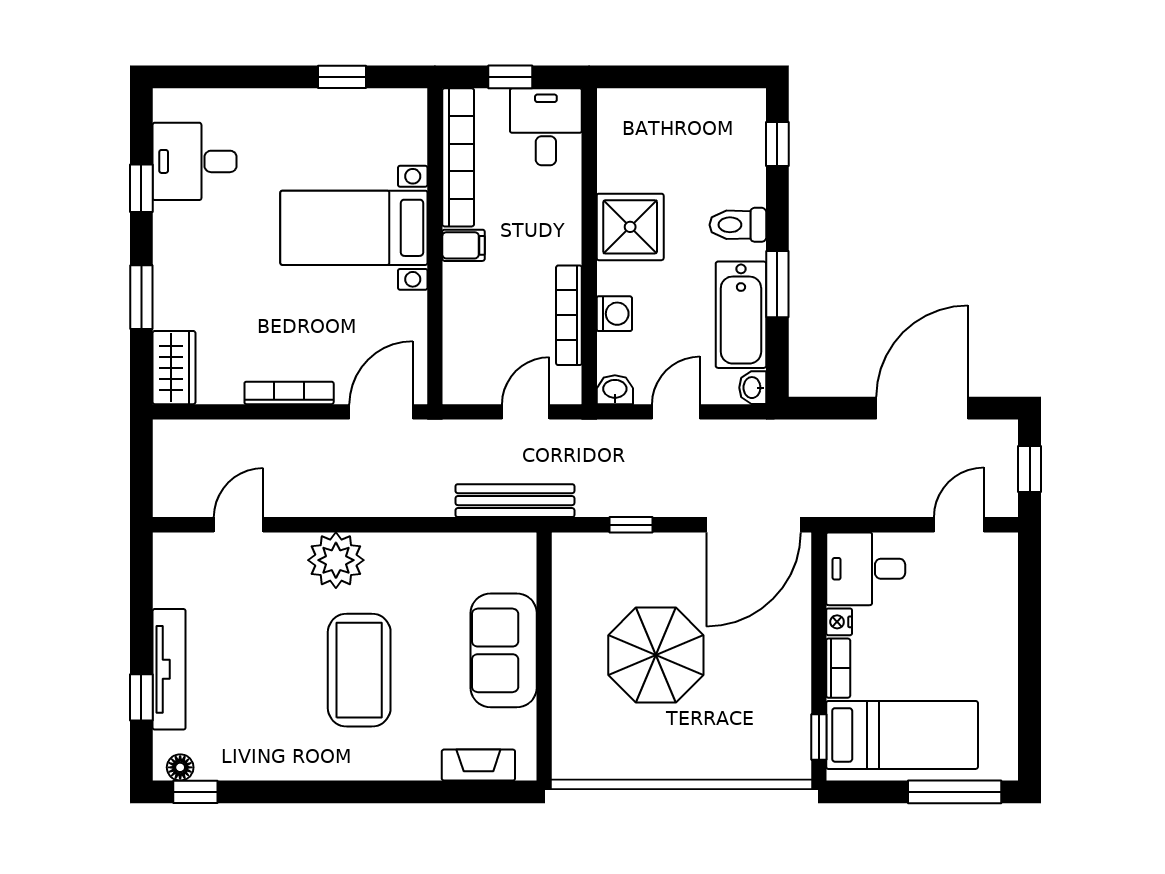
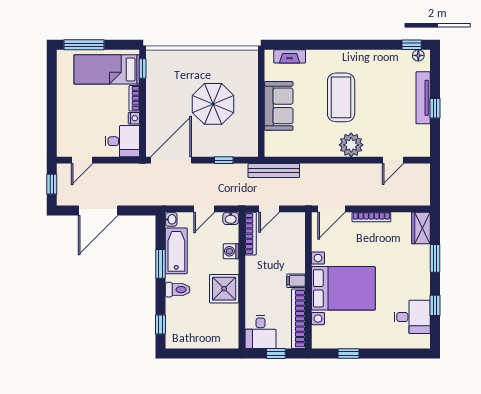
bed with nightstands: (354, 228) -> (343, 288), width x1.36
bookcase: (569, 315) -> (251, 234), moved
window: (141, 697) -> (435, 108), moved

